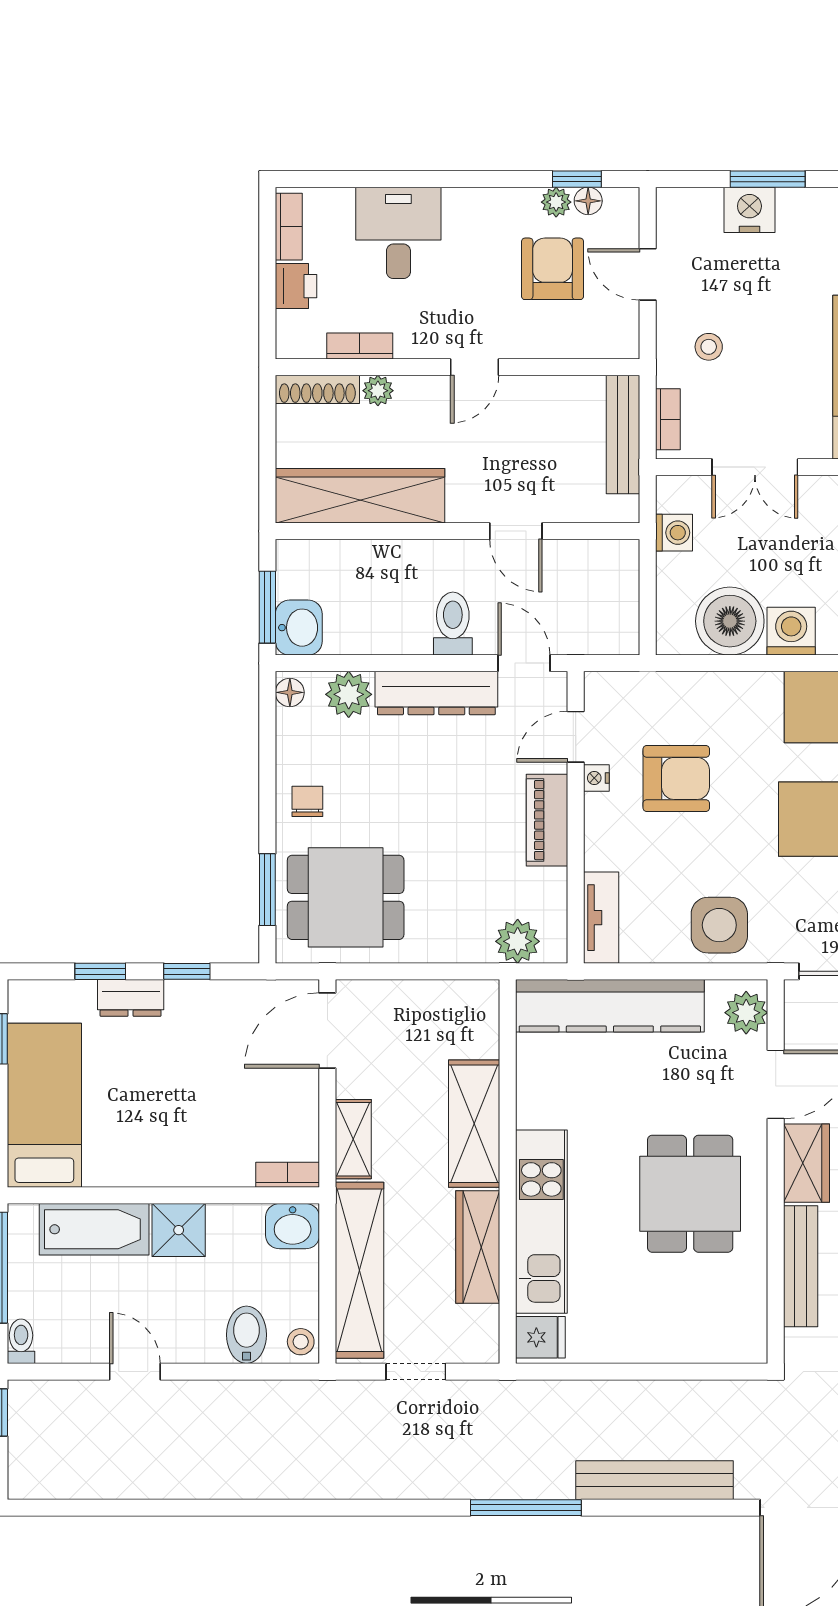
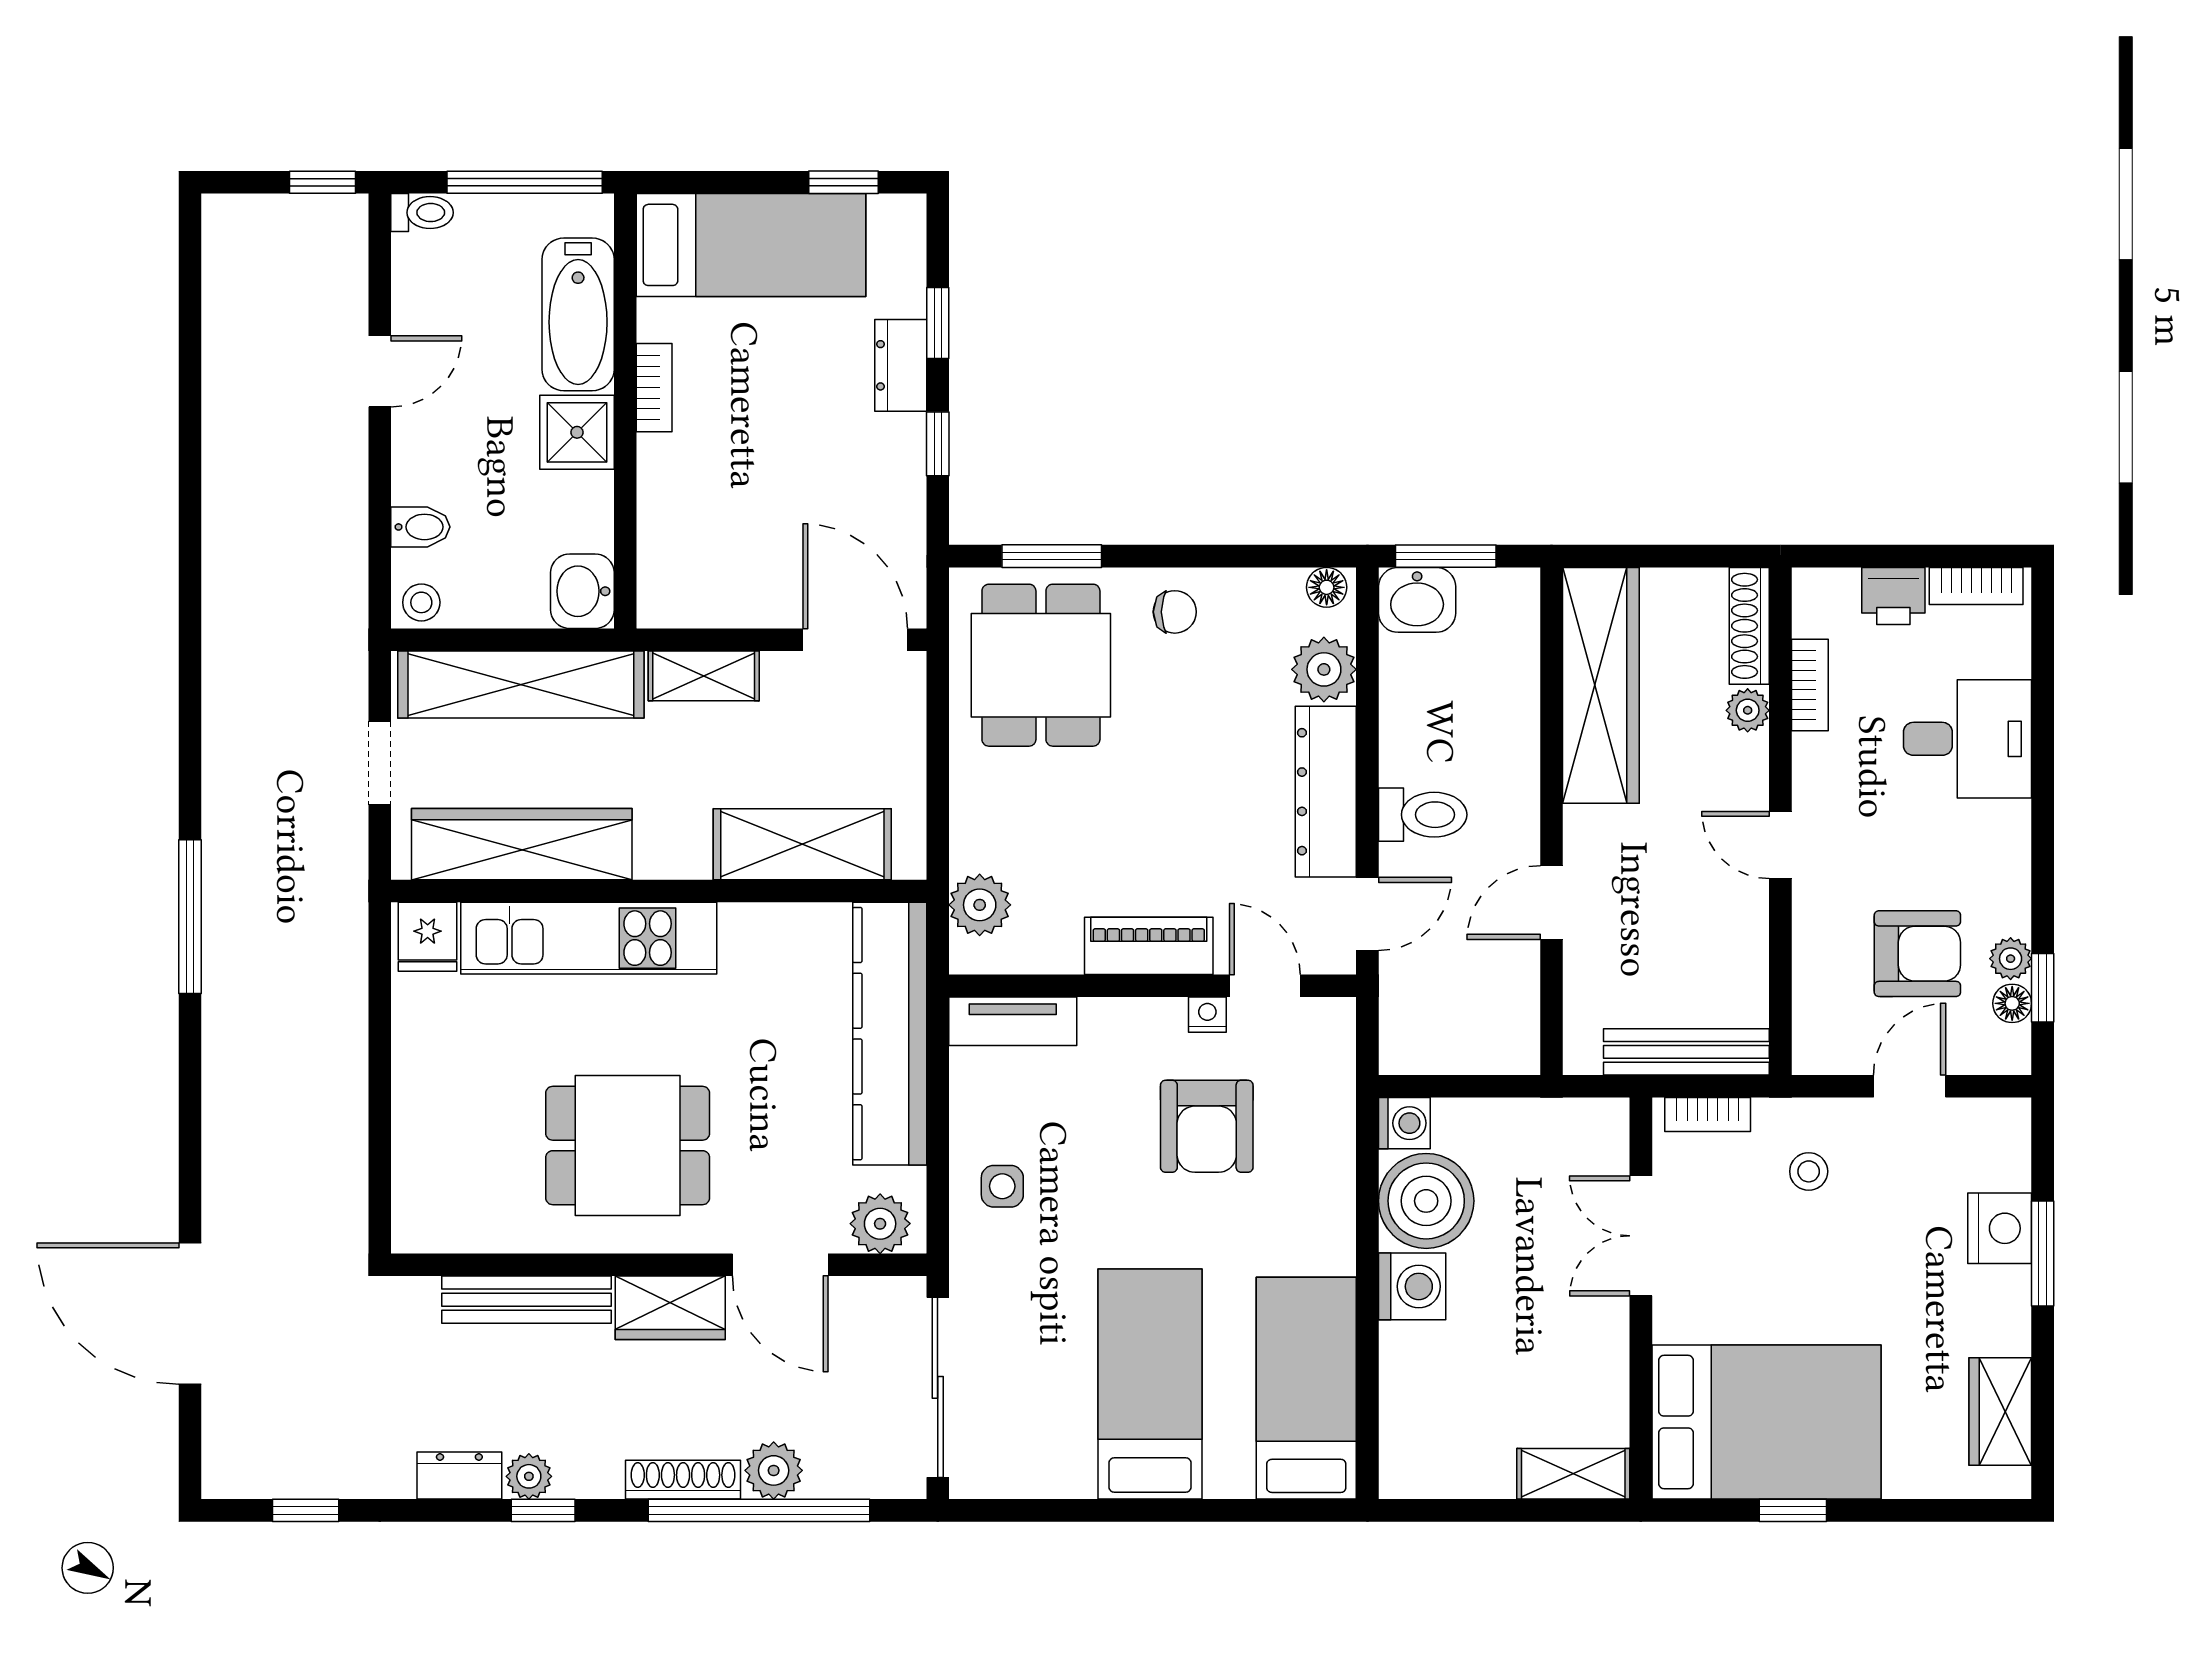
washing machine: (674, 533) -> (1404, 1123), moved, turned -90
side table: (719, 925) -> (1002, 1186), width x0.54, depth x0.54
shelving: (474, 1124) -> (802, 844), moved
bookcase: (288, 1175) -> (654, 388), moved
wardrobe: (478, 1247) -> (522, 844), width x1.40, depth x1.17
bidet: (246, 1335) -> (420, 527), width x0.72, depth x0.74
bench: (654, 1480) -> (228, 1096), removed

